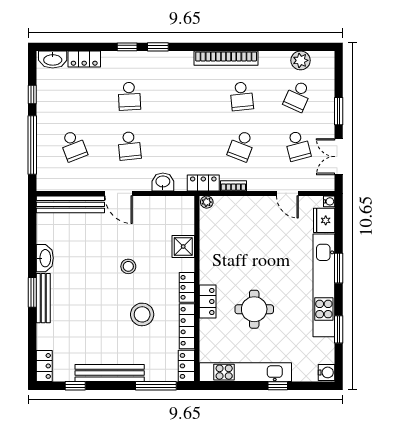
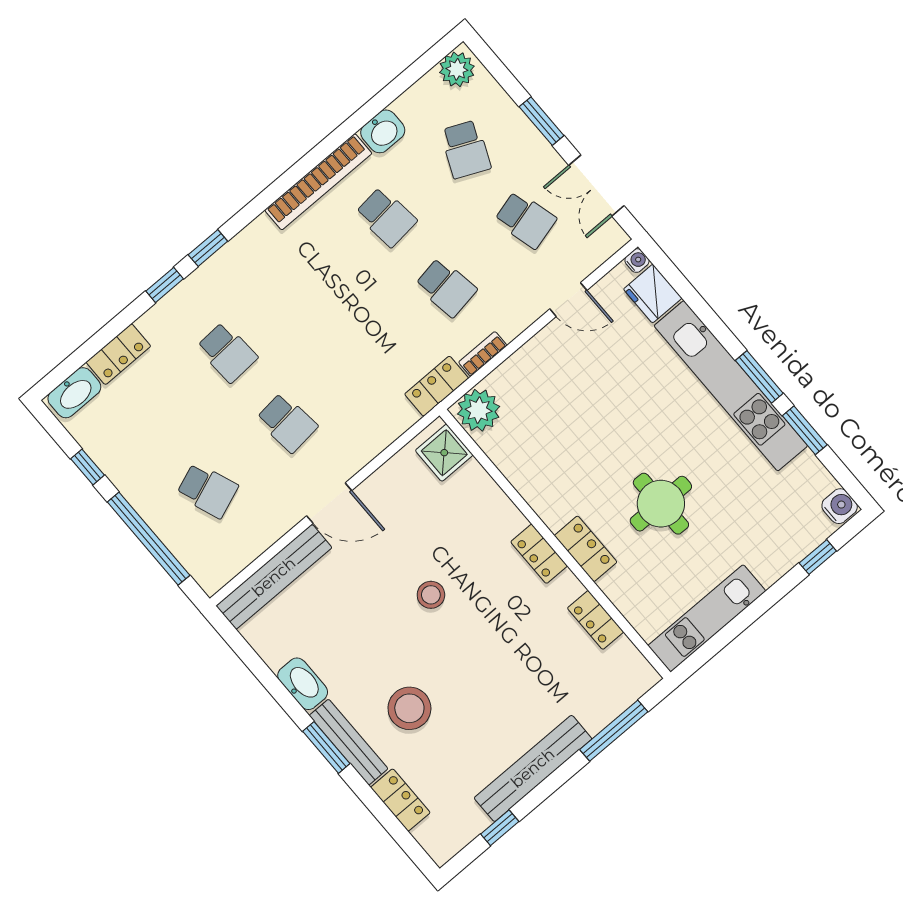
plant: (301, 60) -> (457, 69), moved
school desk: (242, 146) -> (446, 287), turned -30
washbasin: (163, 182) -> (383, 131), moved, turned 180
plant: (207, 202) -> (479, 410), width x1.87, depth x1.87
shower: (183, 247) -> (444, 453), moved
window: (339, 268) -> (759, 377), moved
stool: (142, 314) -> (409, 708), moved
locker: (187, 326) -> (595, 620), width x0.66
locker: (44, 366) -> (400, 800), moved
locker: (186, 366) -> (633, 666), removed
kitchen unit: (245, 372) -> (707, 618), width x0.73
window: (278, 386) -> (818, 557), moved

